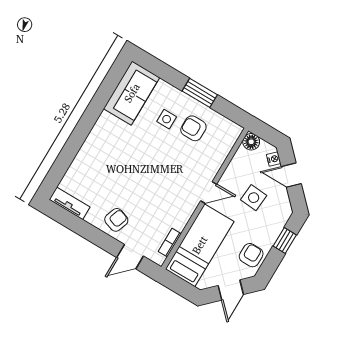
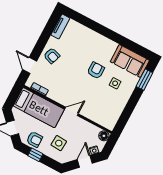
window: (200, 93) -> (144, 80), moved
armchair: (193, 128) -> (96, 70), moved
door: (209, 192) -> (71, 111), swing flipped
side table: (254, 198) -> (59, 143), moved
window: (285, 241) -> (35, 155), moved

